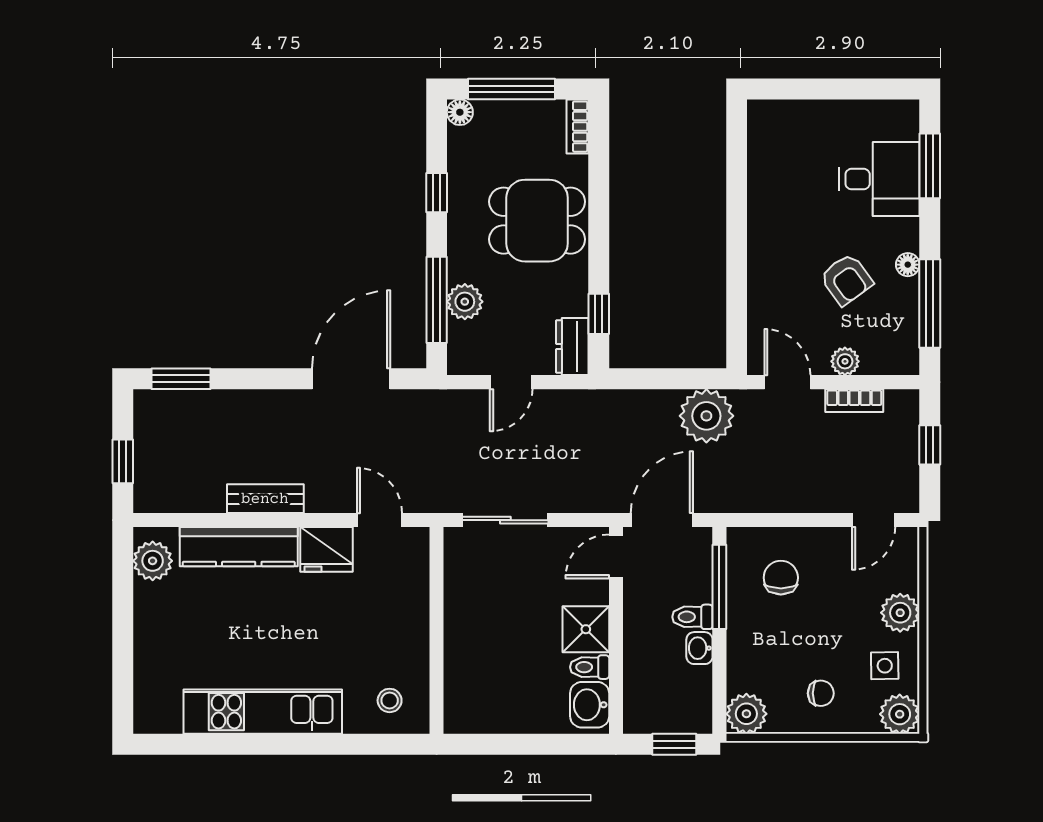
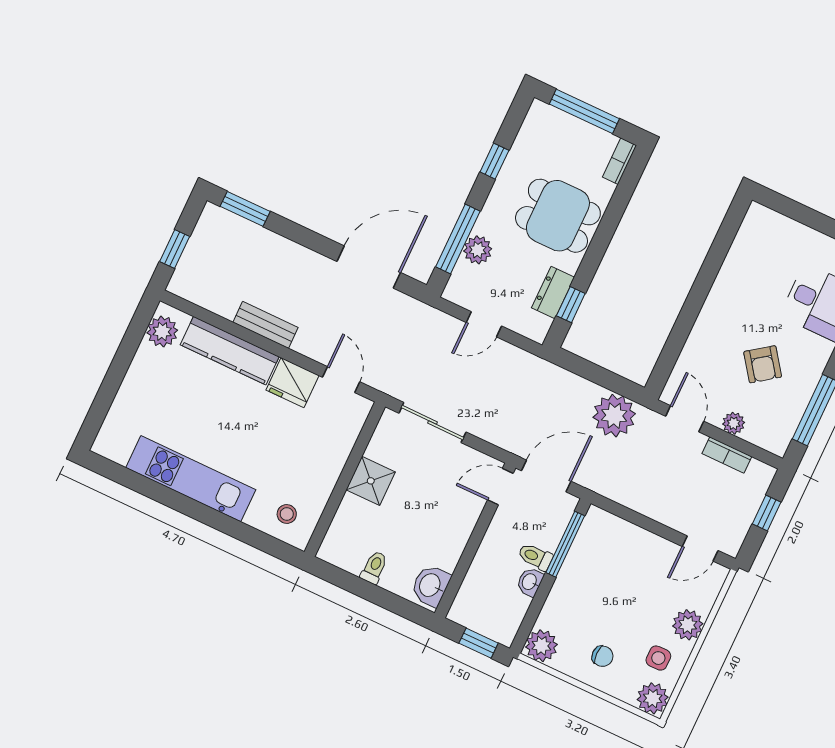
floor lamp: (460, 112) -> (539, 111), removed
floor lamp: (908, 265) -> (812, 374), removed
dresser: (572, 347) -> (553, 293), moved
chair: (781, 578) -> (613, 558), removed
shower: (586, 629) -> (371, 481), moved
toilet: (590, 667) -> (374, 568), moved, turned 90

